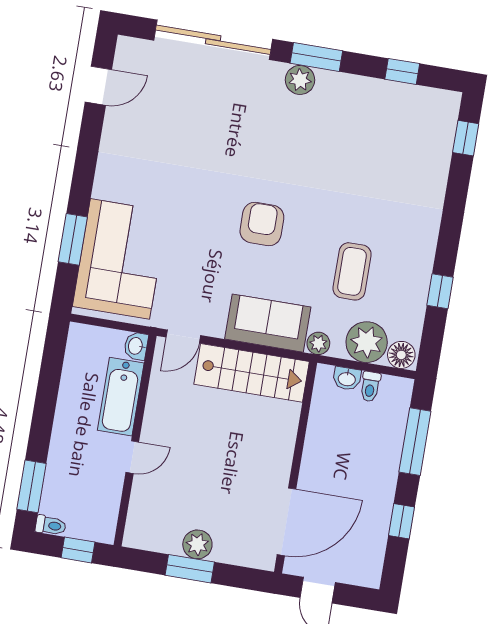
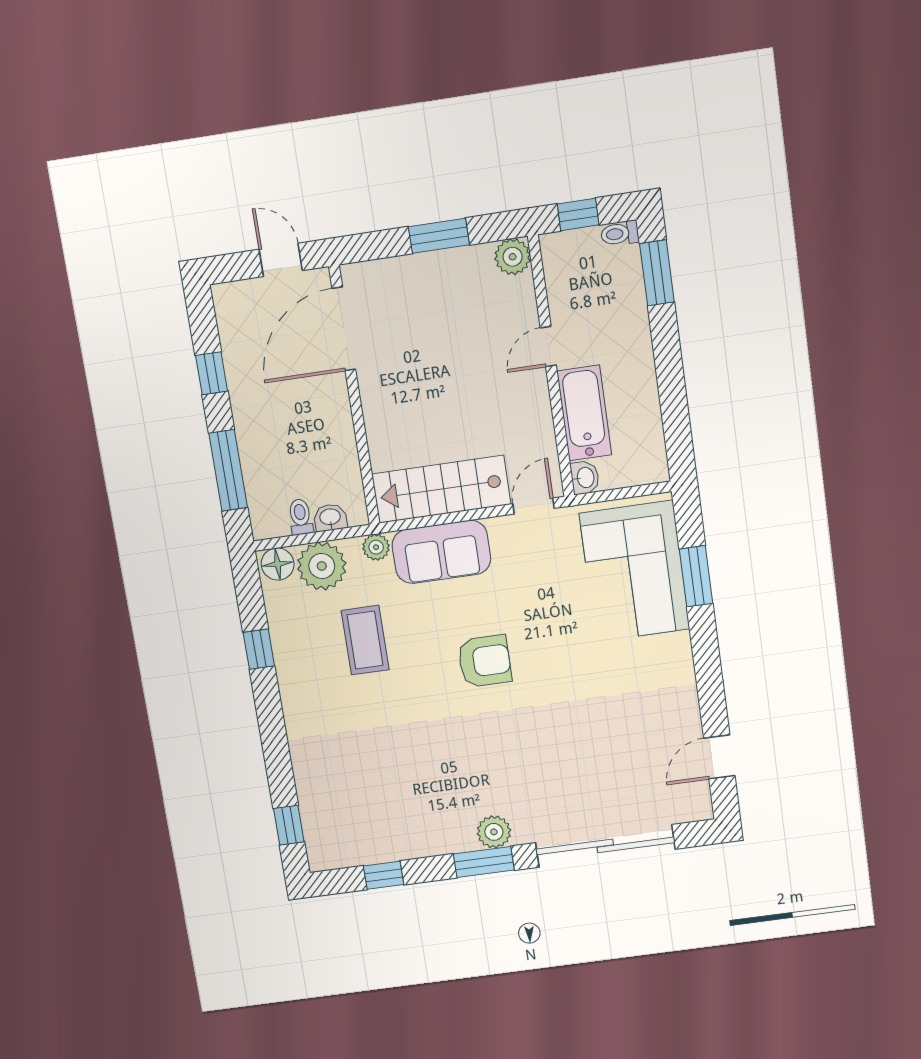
armchair: (262, 224) -> (485, 661), turned -90
plant: (197, 544) -> (513, 257), moved

